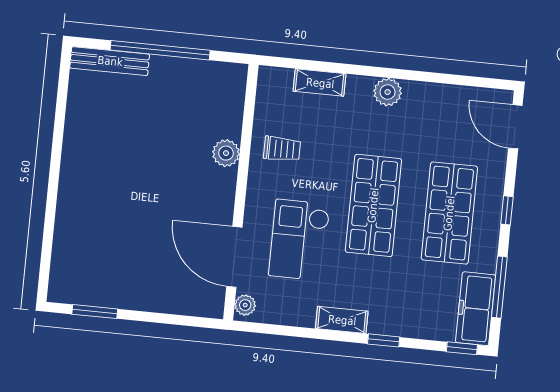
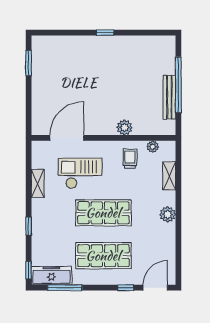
bench: (110, 61) -> (169, 97), moved
trolley: (282, 149) -> (130, 159), turned 180
window: (54, 171) -> (105, 33), added
window: (507, 210) -> (126, 288), moved
plant: (245, 305) -> (153, 147), moved
shelving: (342, 320) -> (38, 184), moved

